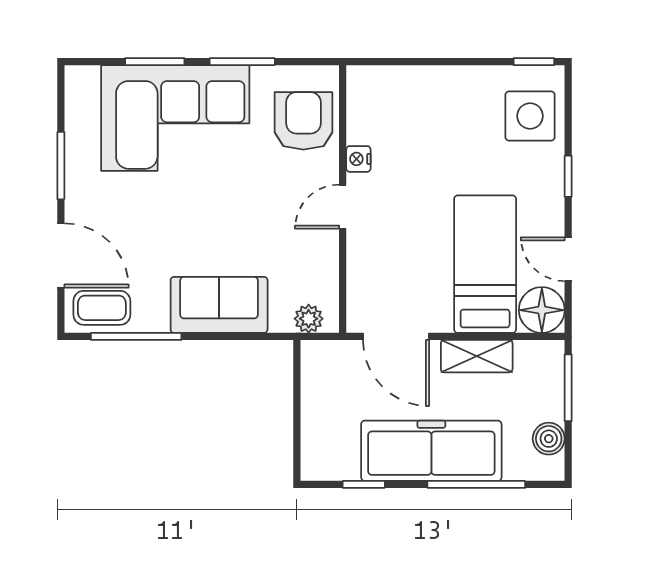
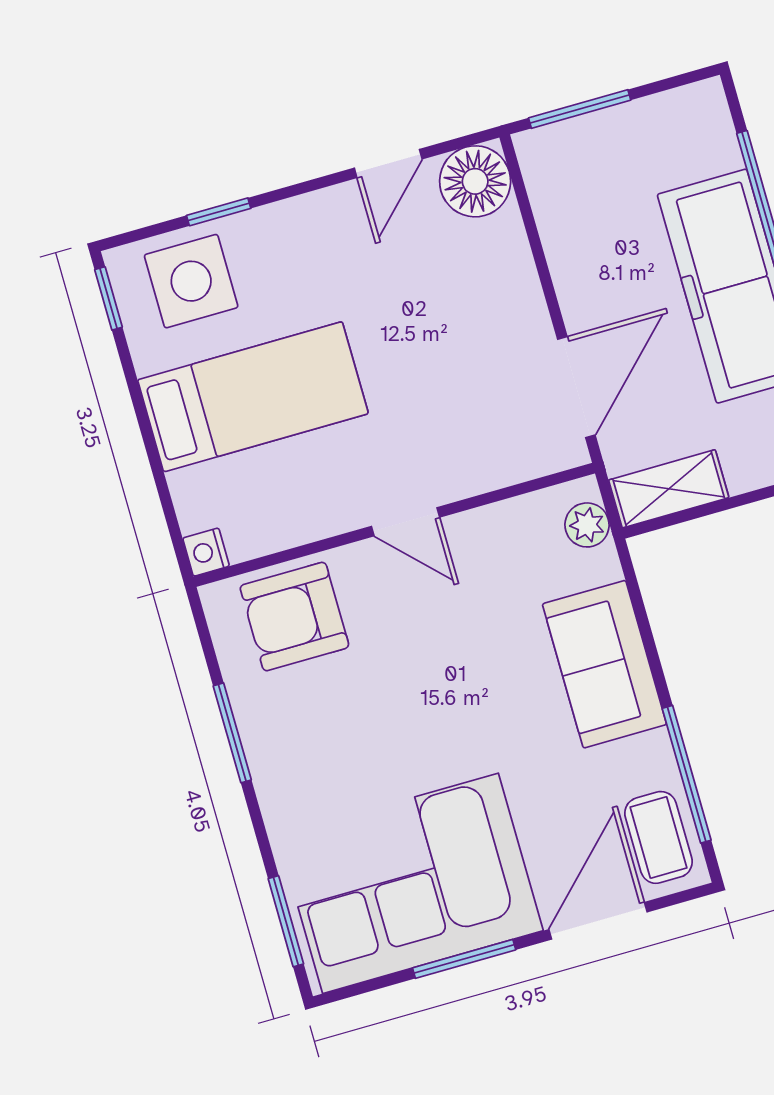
window: (155, 62) -> (286, 921), moved
corner sofa: (175, 118) -> (411, 883), moved, turned -90
nightstand: (358, 159) -> (206, 552), moved, turned 90
window: (568, 176) -> (219, 212), moved
bed: (485, 264) -> (253, 397), moved, turned 180
shelving: (477, 356) -> (669, 489), moved, turned 90
boiler: (549, 439) -> (664, 116), removed

